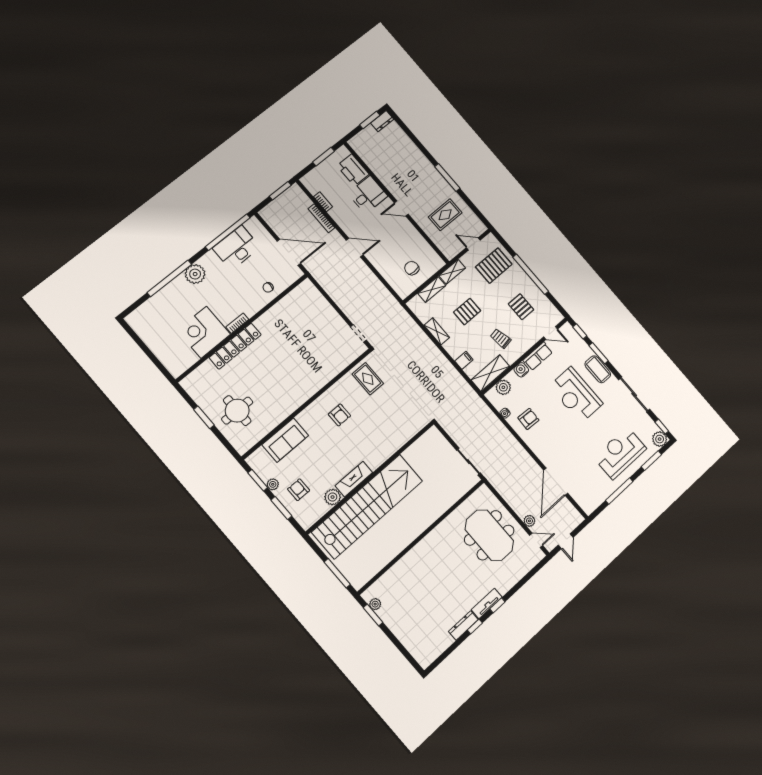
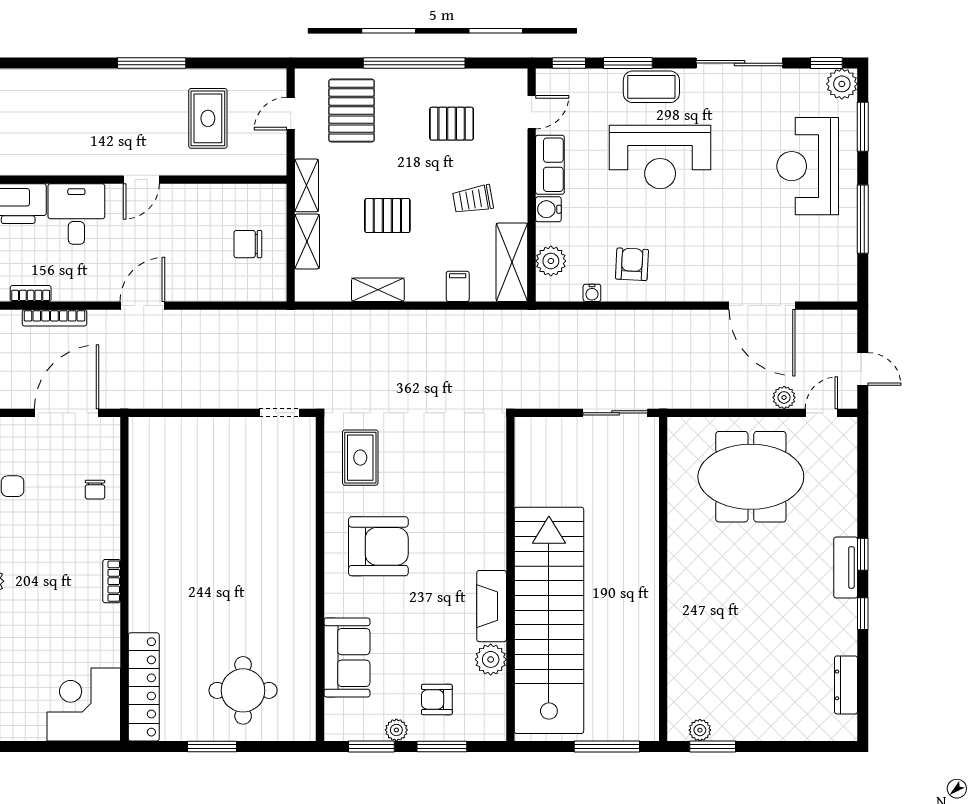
pallet: (467, 311) -> (387, 216), turned 90
corner desk: (204, 332) -> (84, 704), moved, turned 90
locker: (235, 346) -> (144, 687), moved
rug: (368, 379) -> (360, 458), turned 90
armchair: (339, 415) -> (378, 546), width x1.88, depth x1.88
dresser: (463, 626) -> (846, 685), moved

